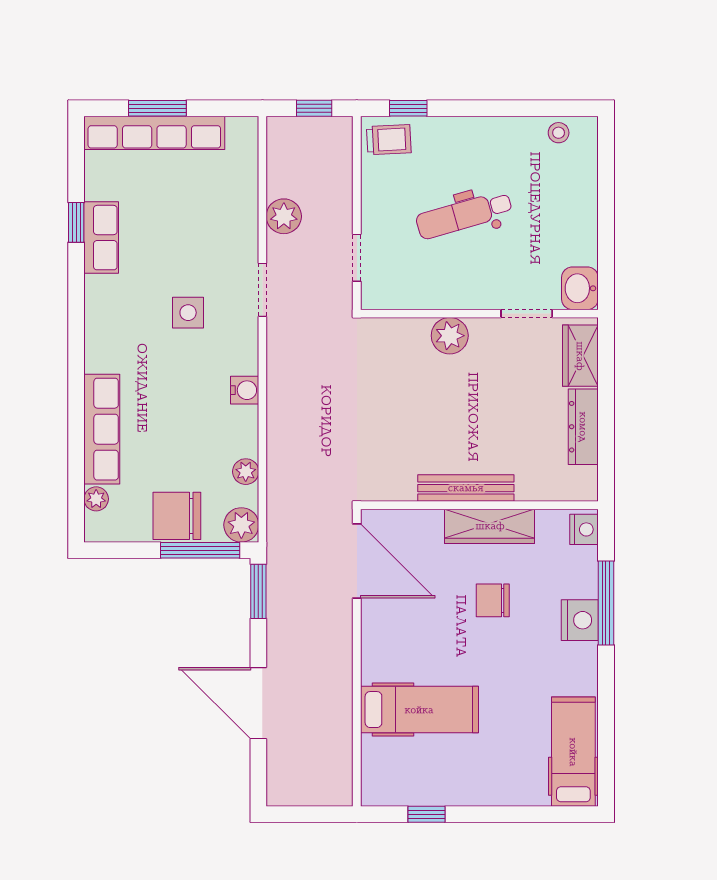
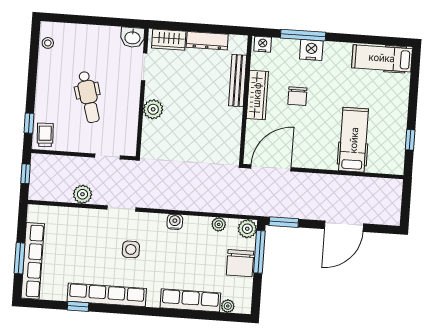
row of seats: (101, 238) -> (107, 295), width x2.02
bench: (466, 488) -> (238, 81), moved

